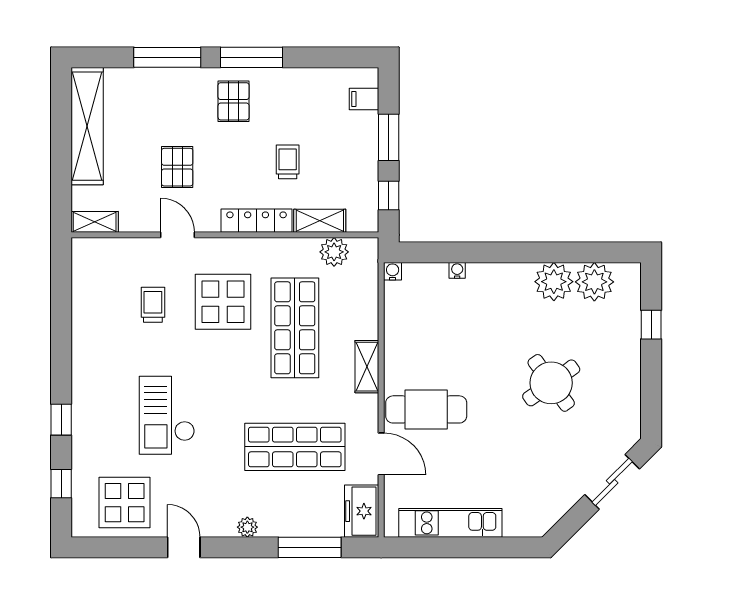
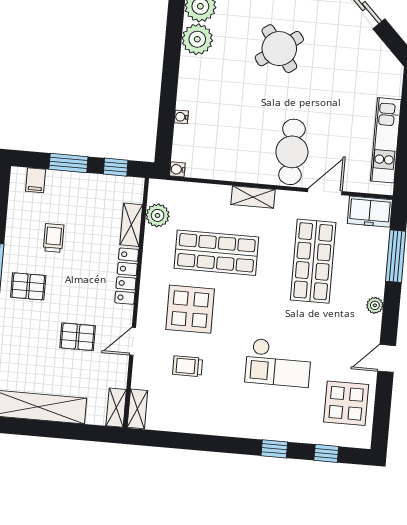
trolley: (288, 162) -> (54, 238), moved, turned 90
shelving: (95, 248) -> (137, 409), added

